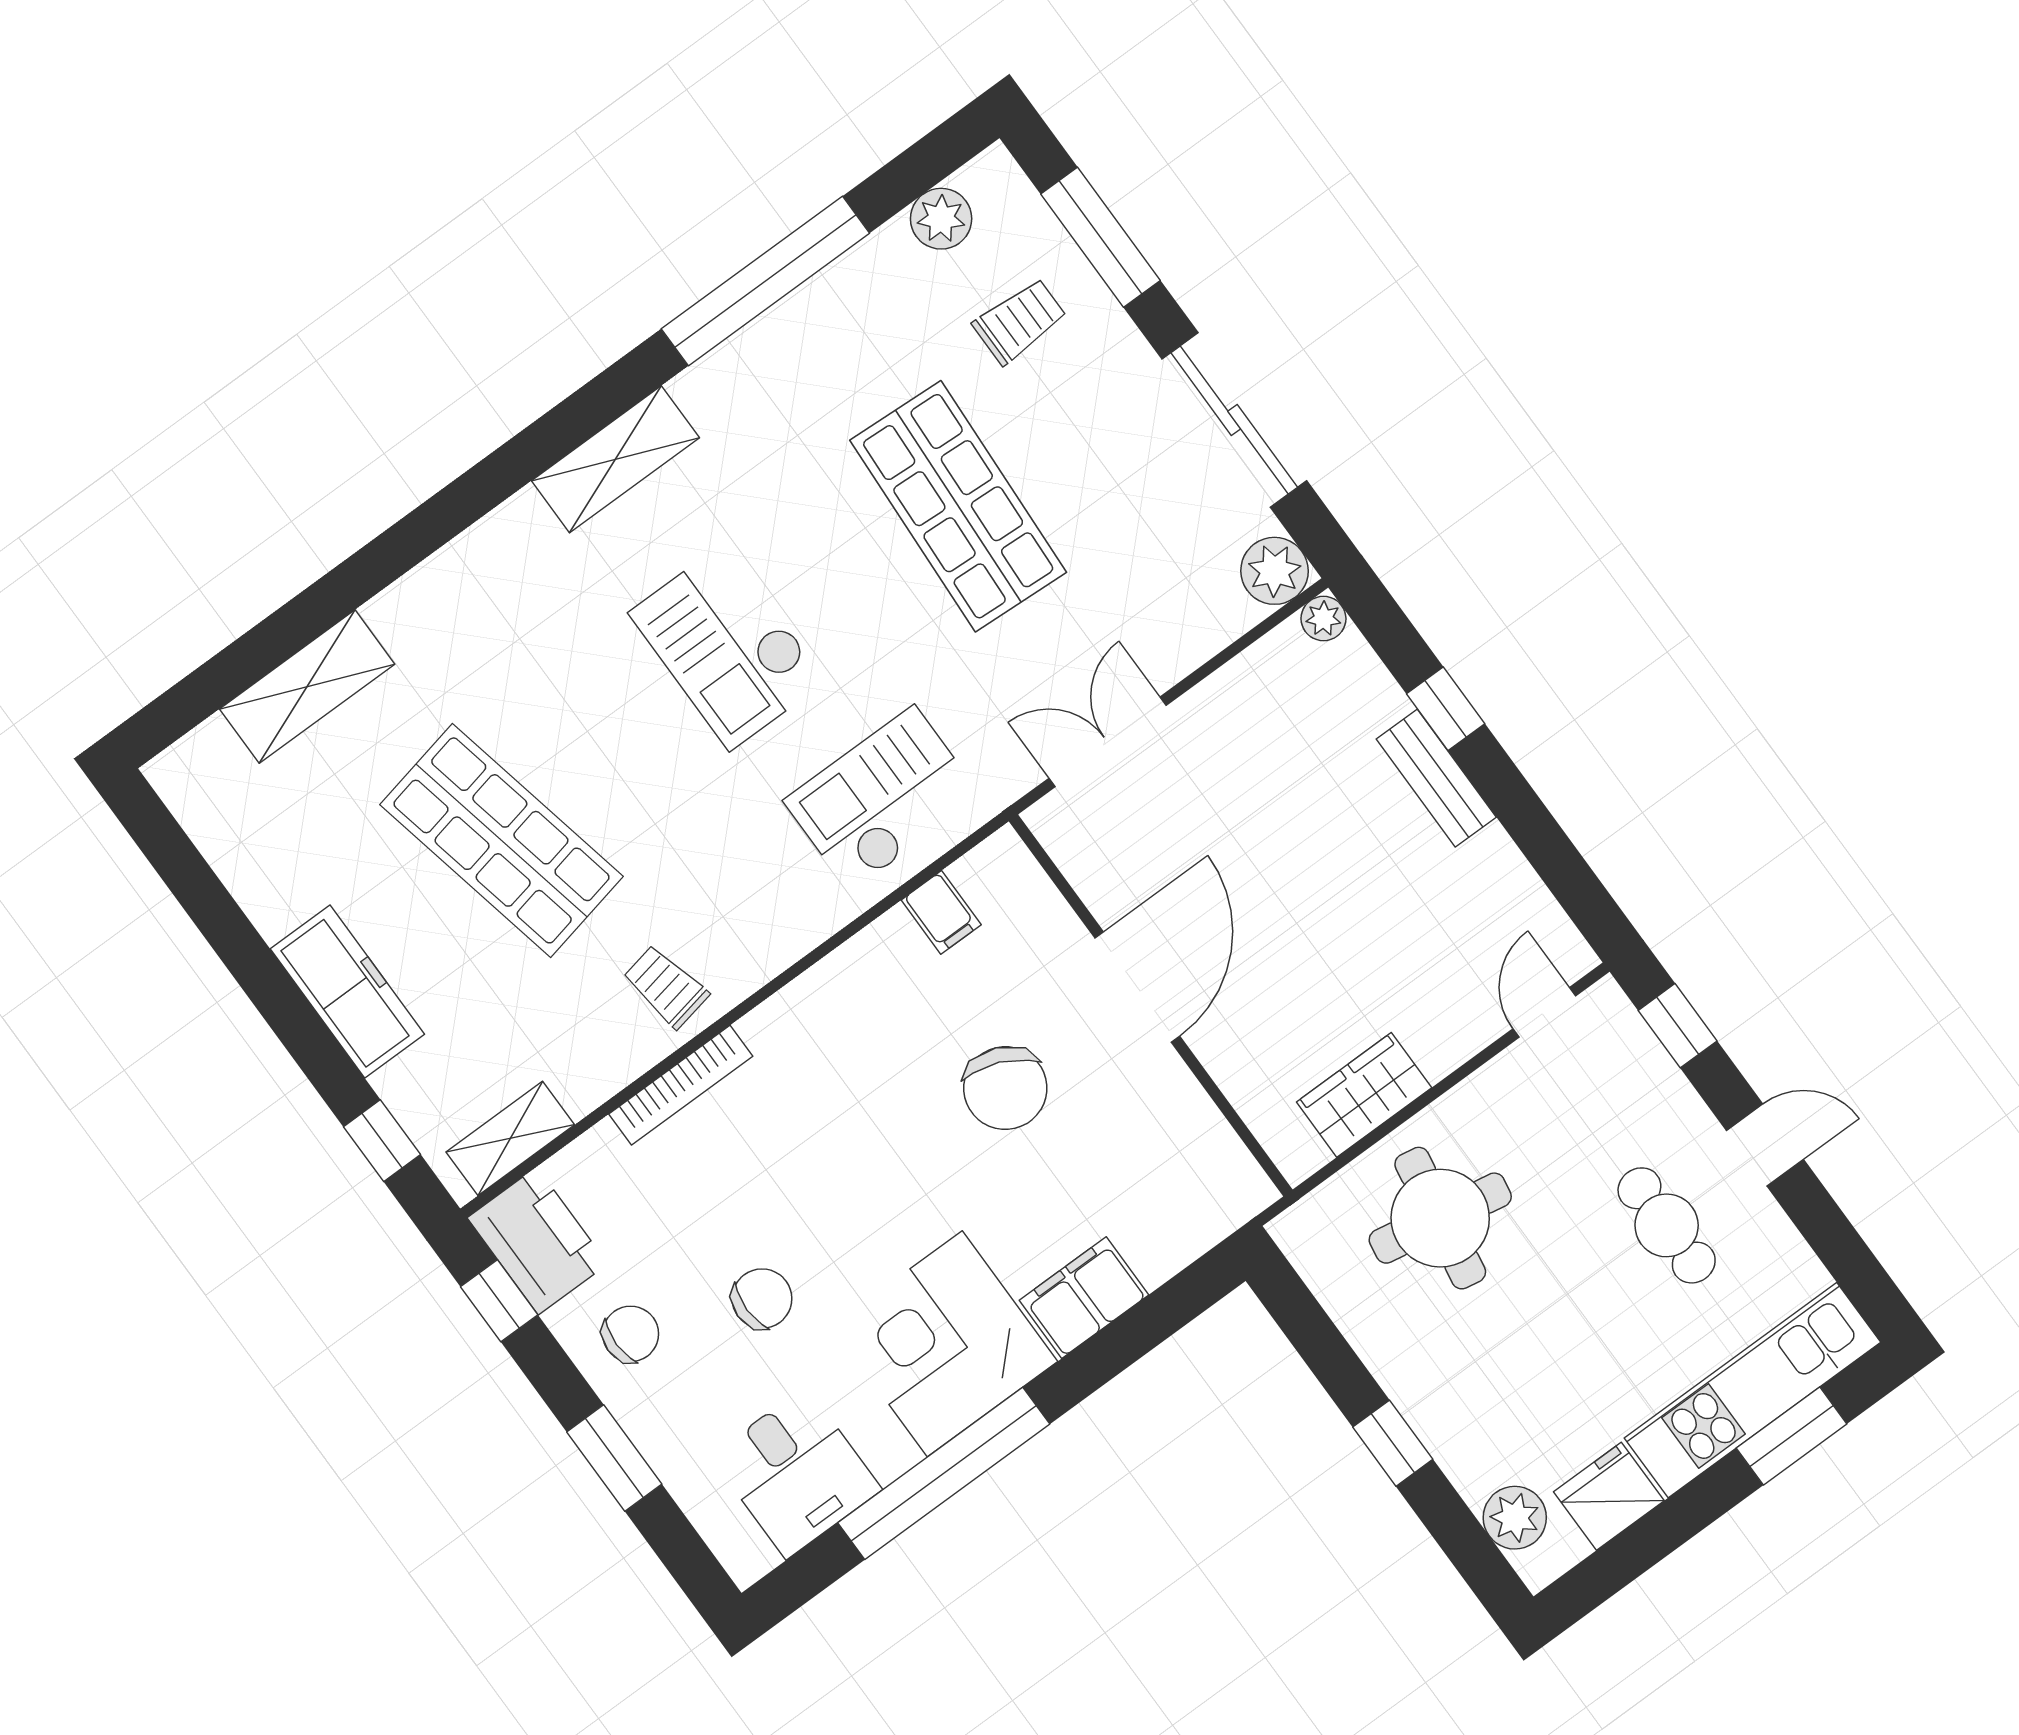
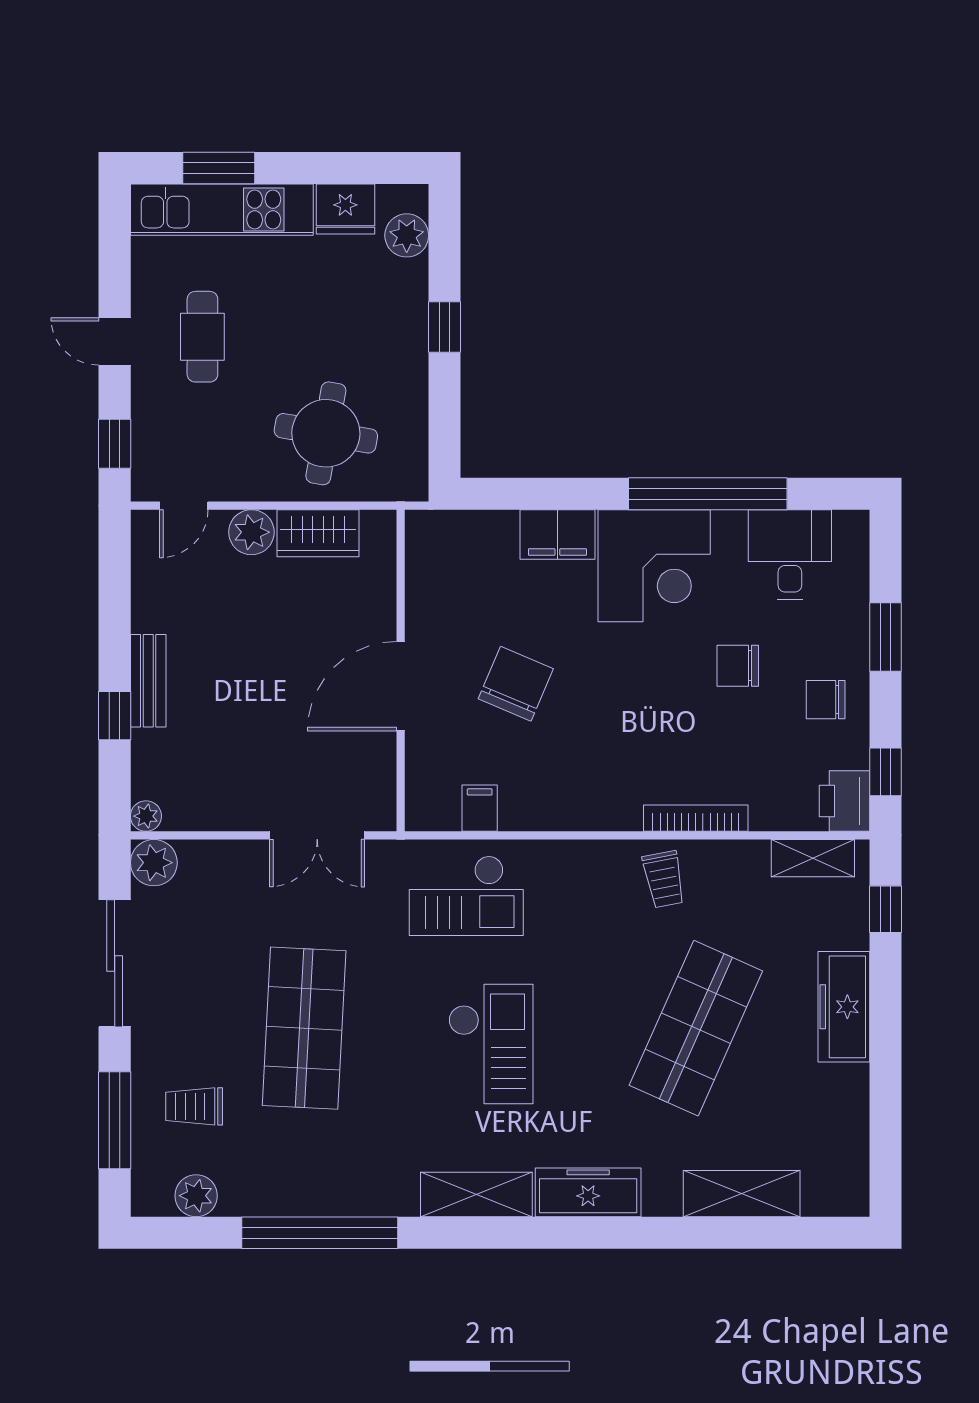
freezer: (487, 557) -> (588, 1192), added
shop shelf: (501, 840) -> (696, 1028), turned 36
plant: (1443, 1039) -> (251, 532), added
printer: (538, 1241) -> (844, 801), width x0.73, depth x0.84

